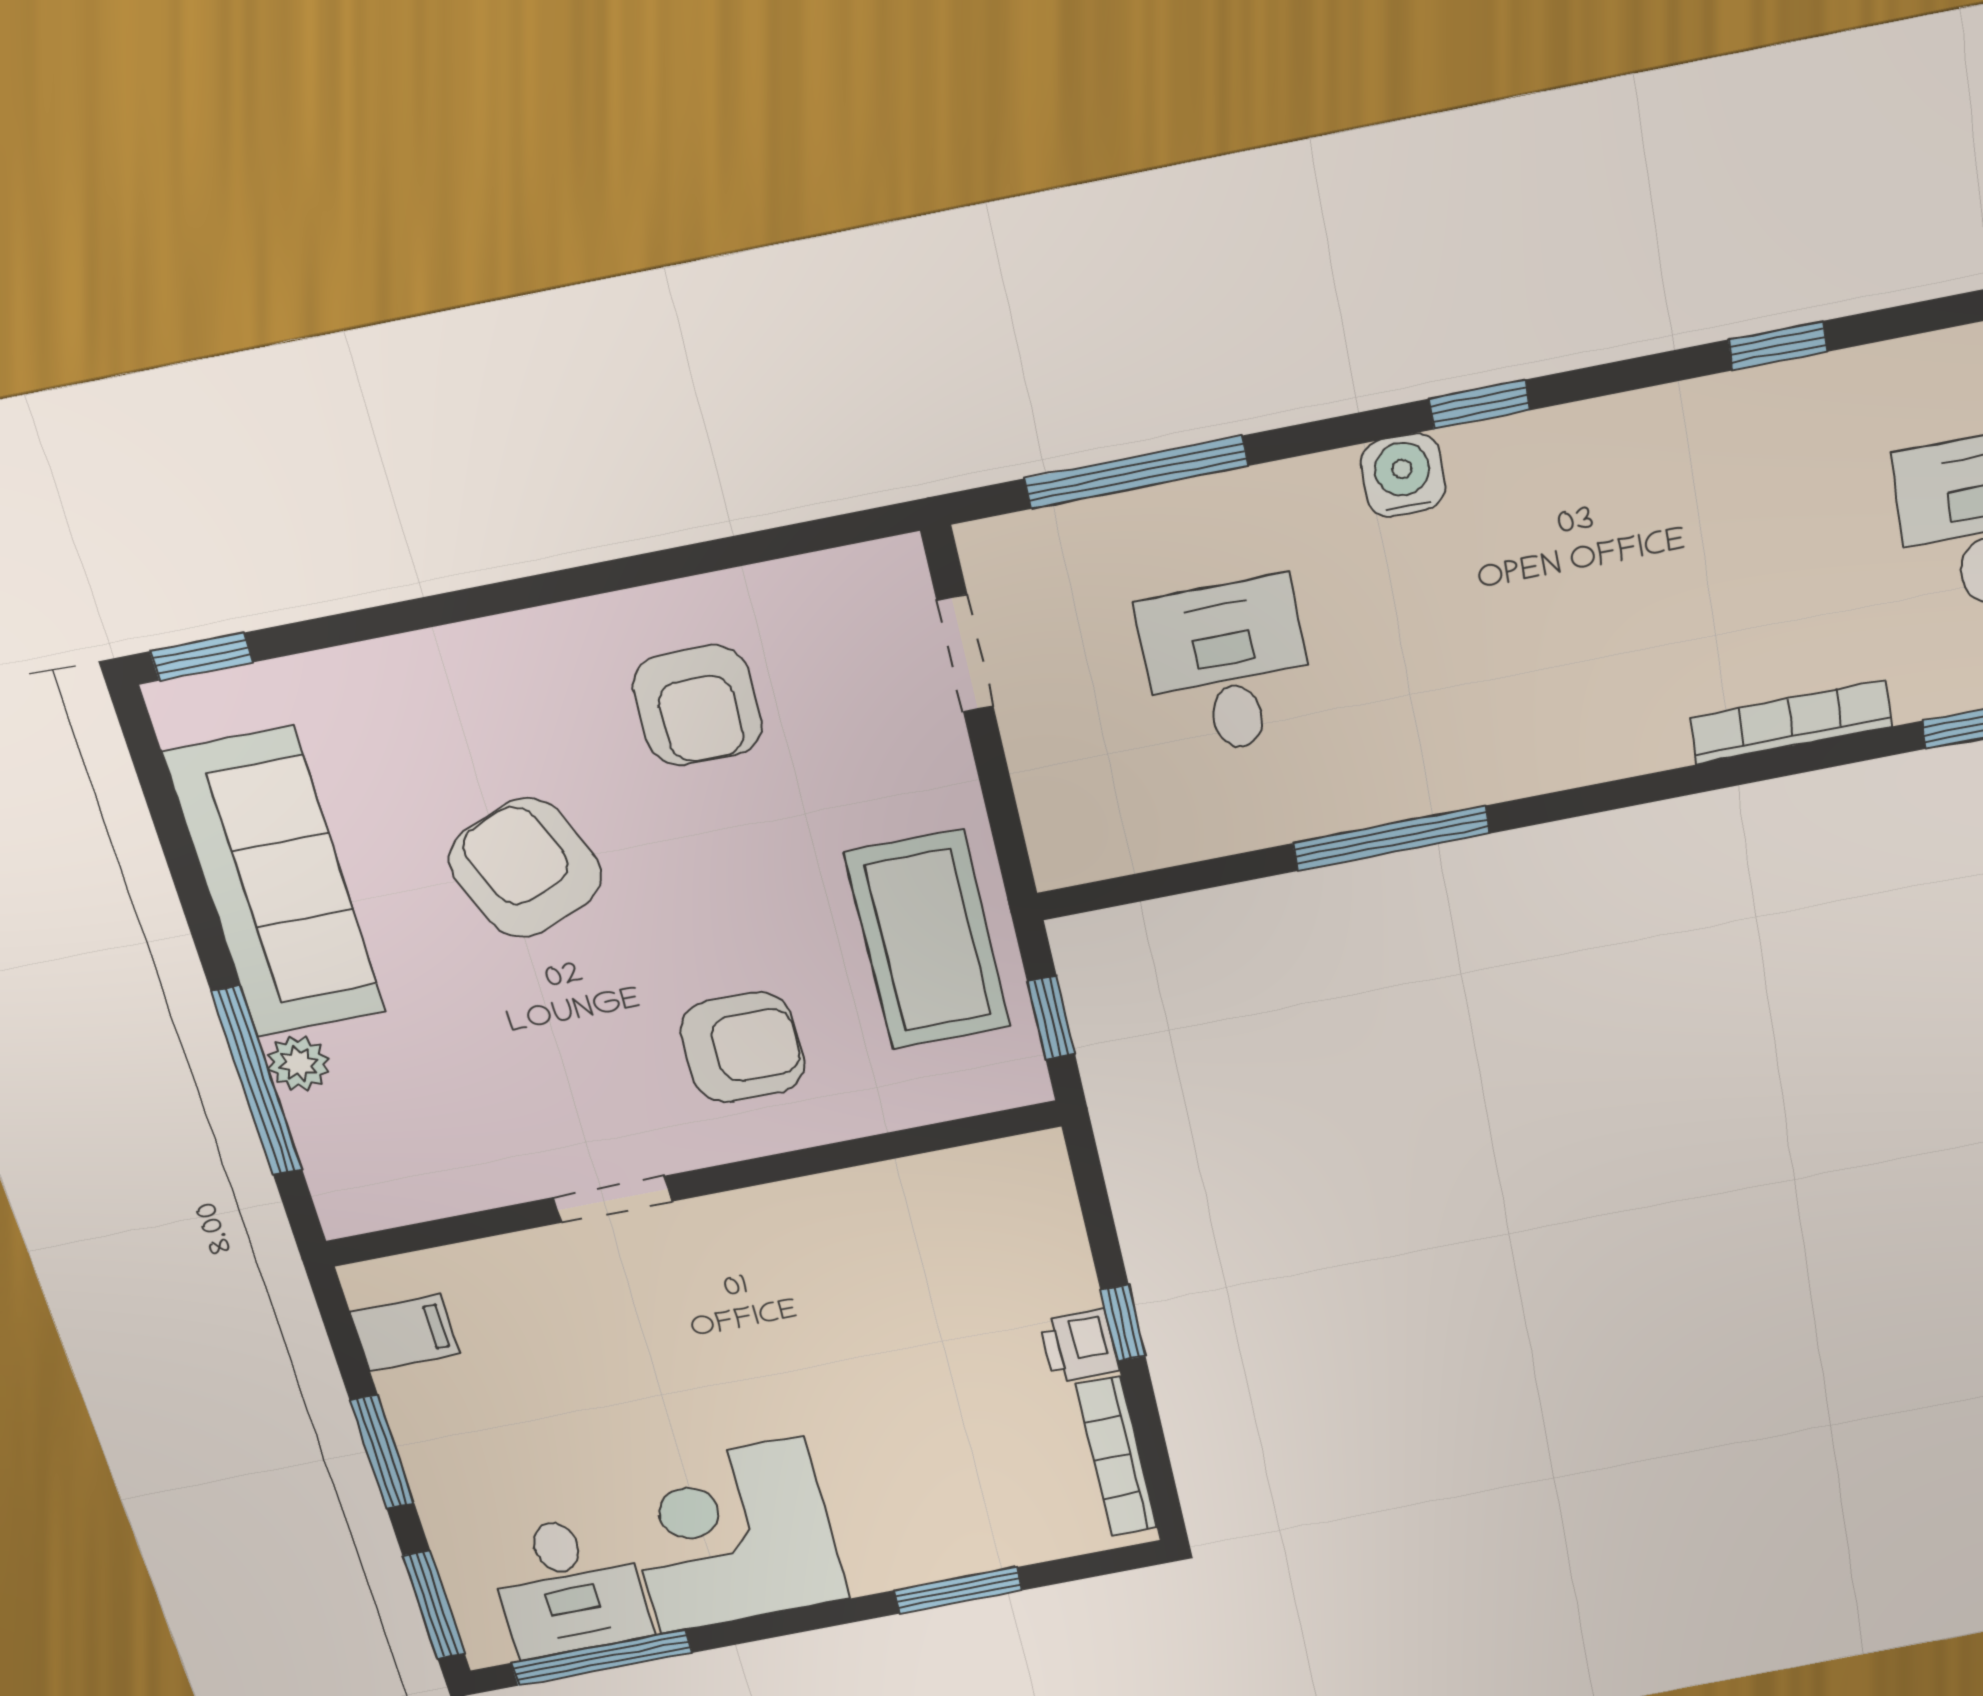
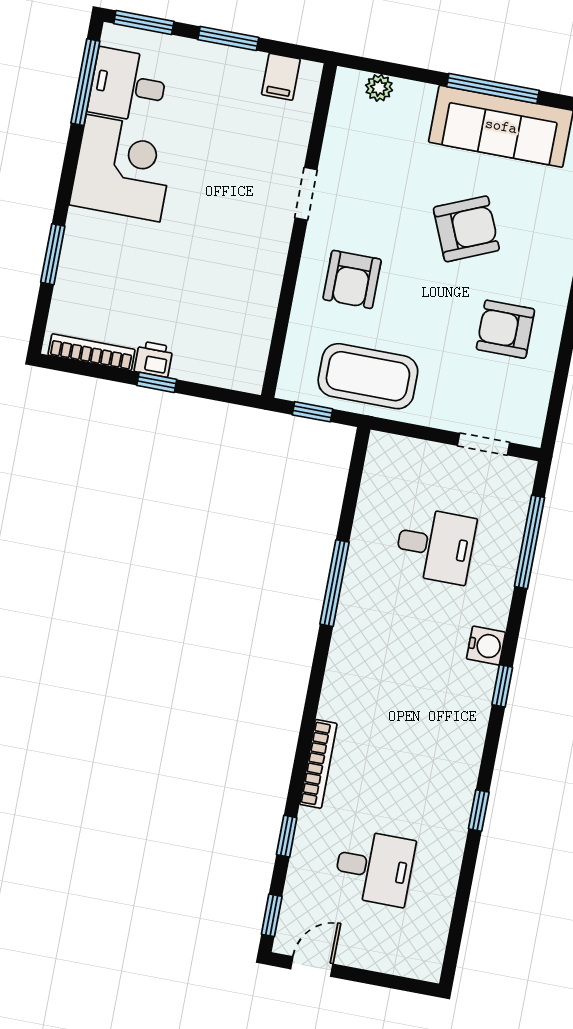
plant: (299, 1063) -> (379, 88), moved
window: (257, 1081) -> (493, 88), moved

